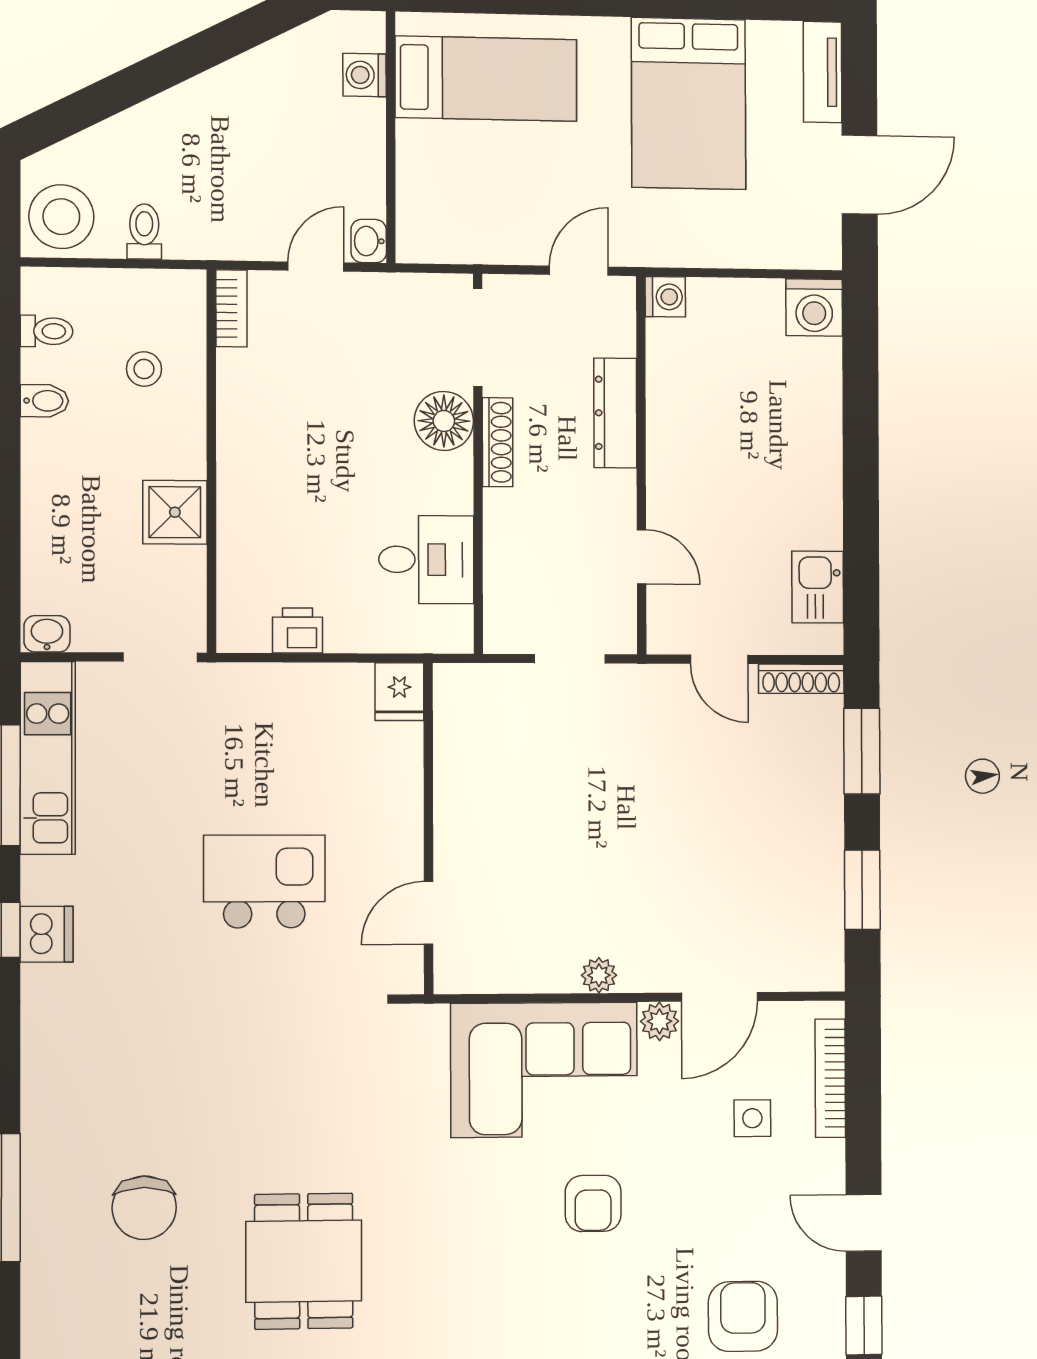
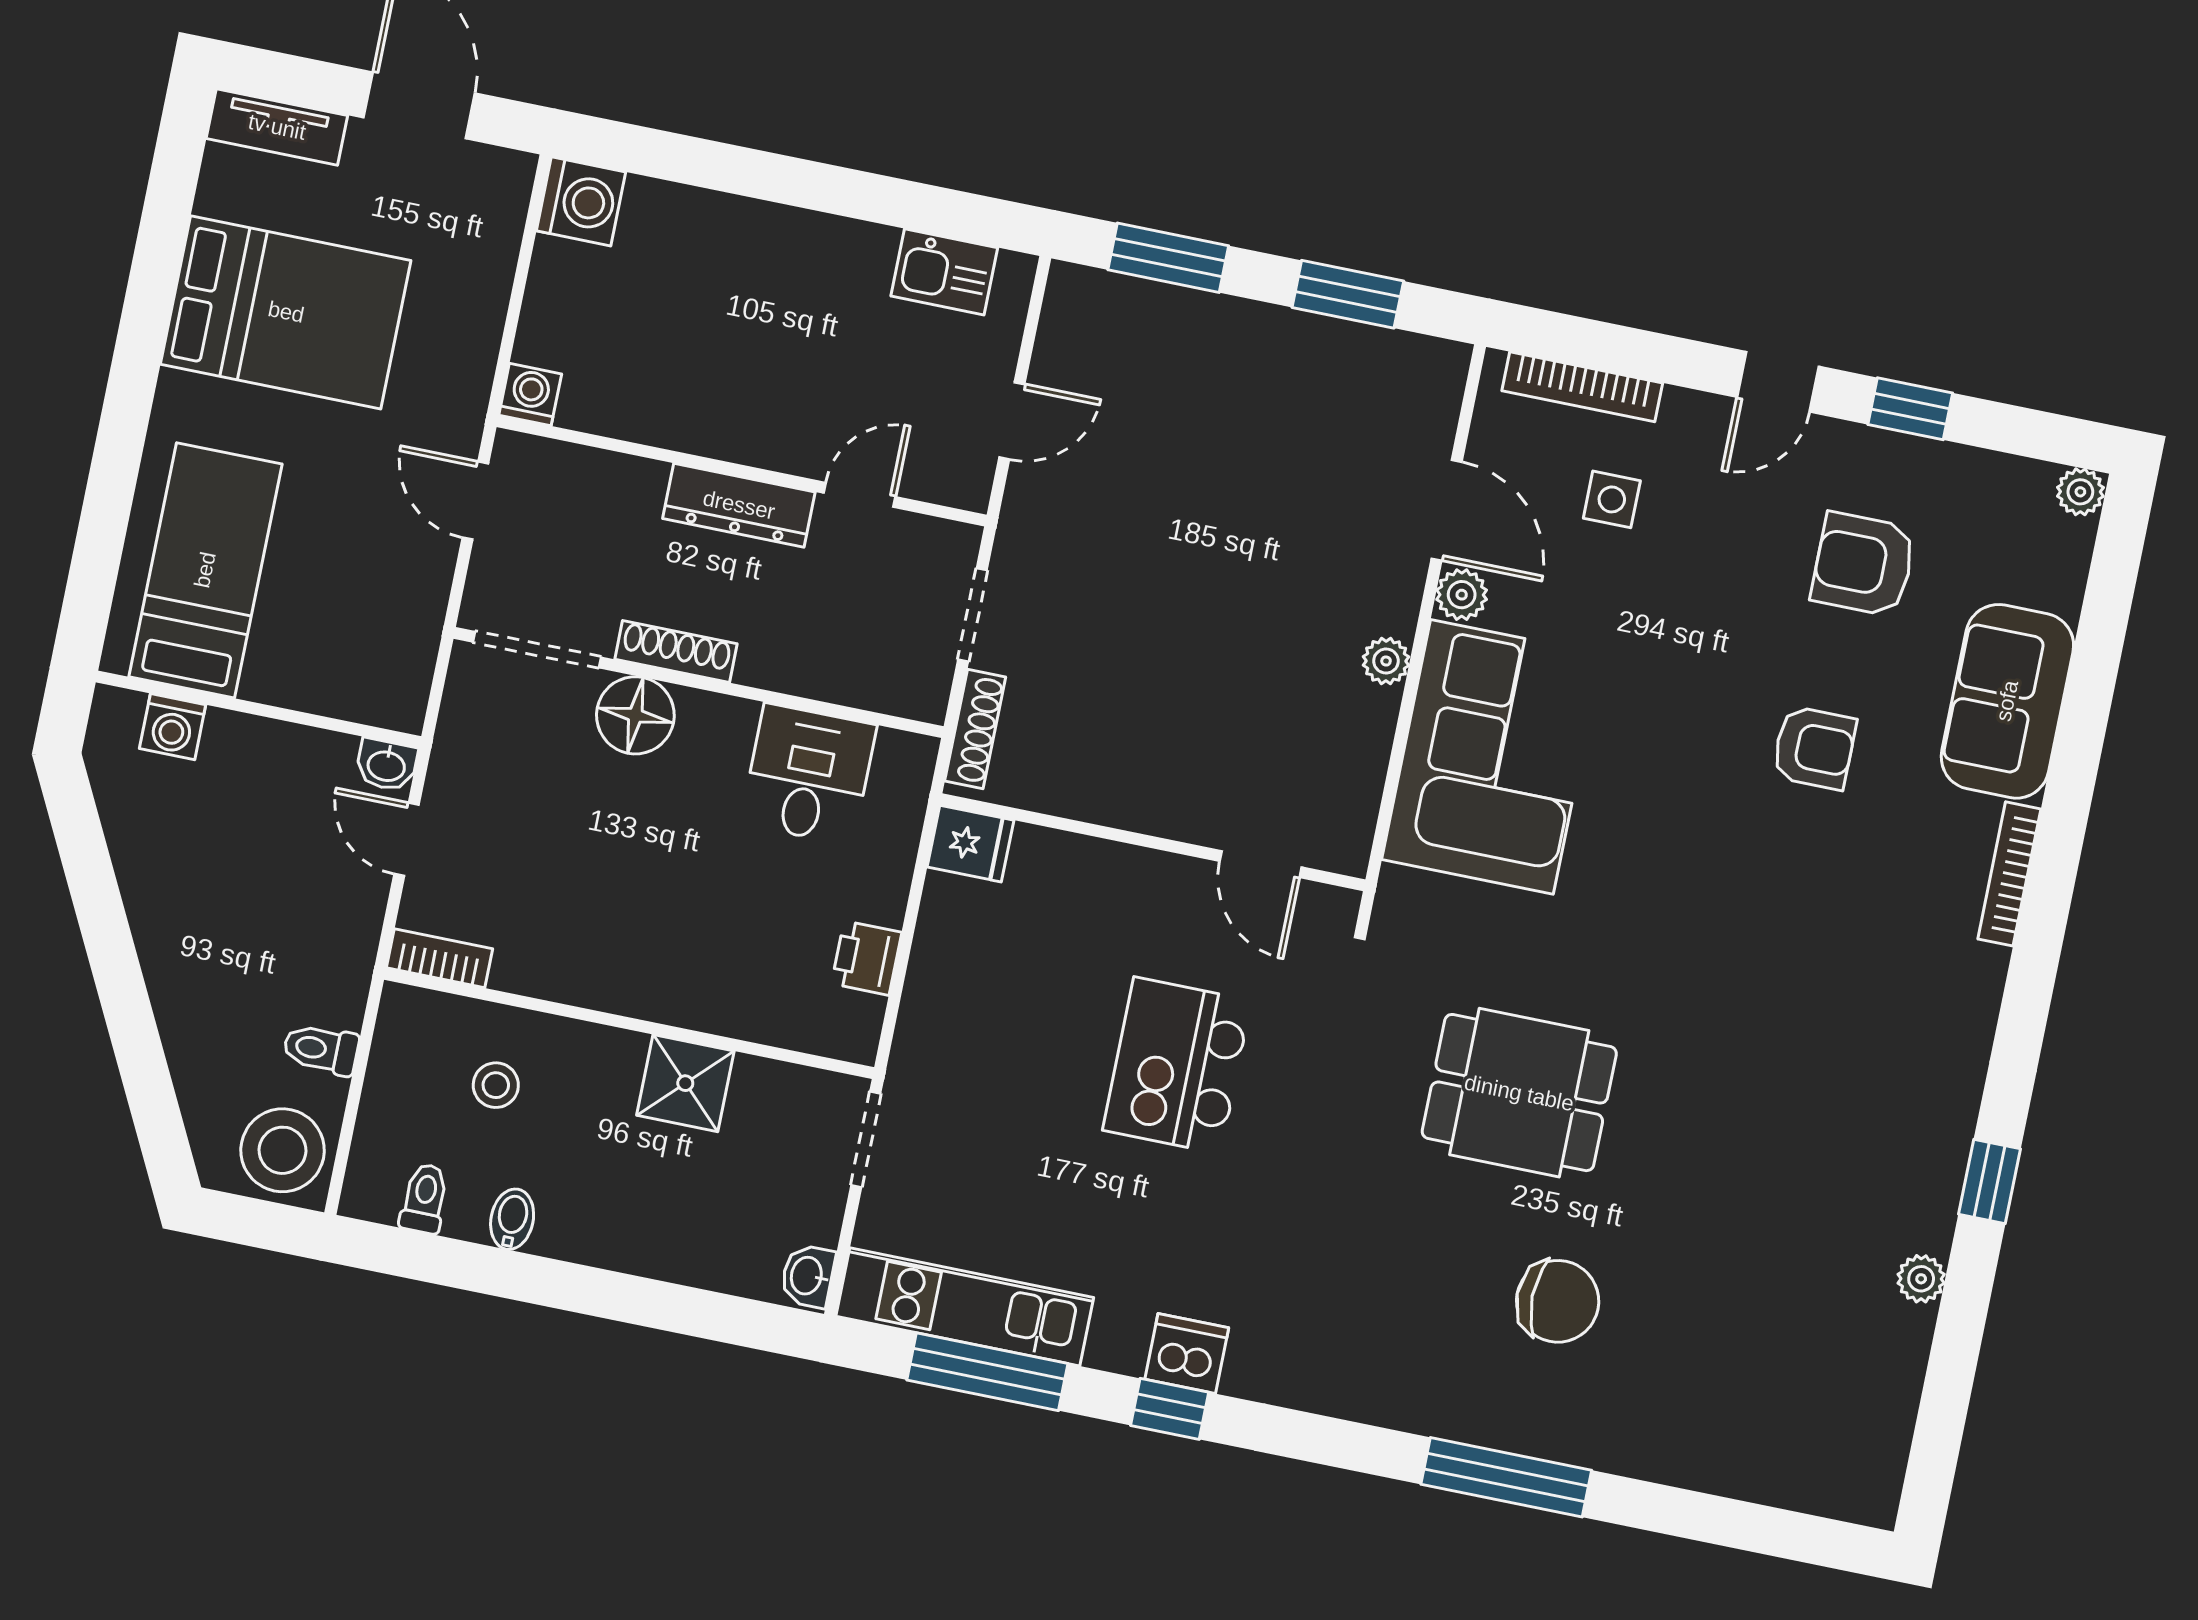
dresser: (615, 413) -> (739, 505), moved
shoe rack: (801, 679) -> (975, 729), moved
armchair: (593, 1203) -> (1814, 748), moved
dining table: (304, 1261) -> (1519, 1093), moved

